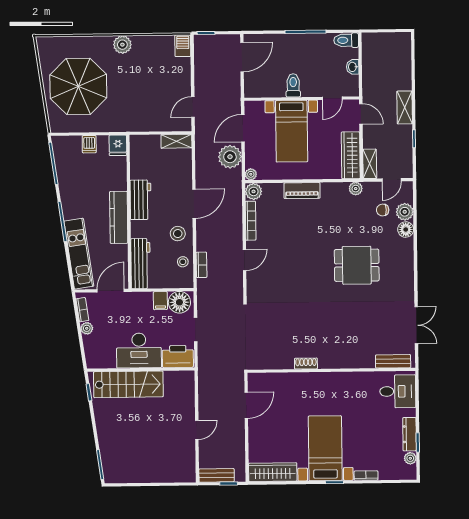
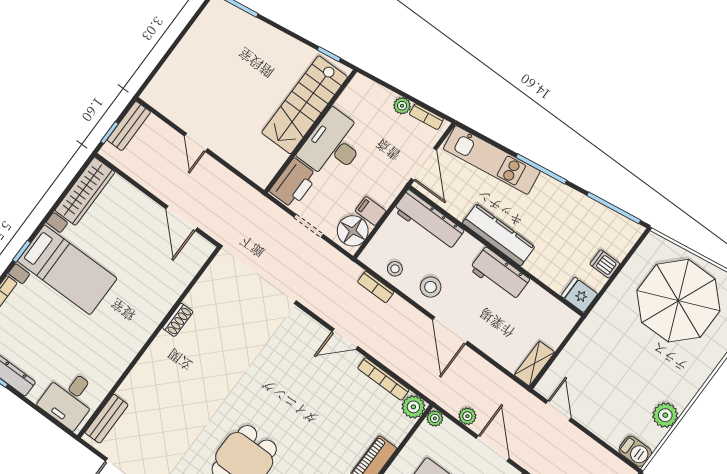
plant: (122, 45) -> (665, 415), moved
plant: (230, 157) -> (467, 416), width x0.53, depth x0.53
door: (244, 260) -> (345, 339), hinge flipped

